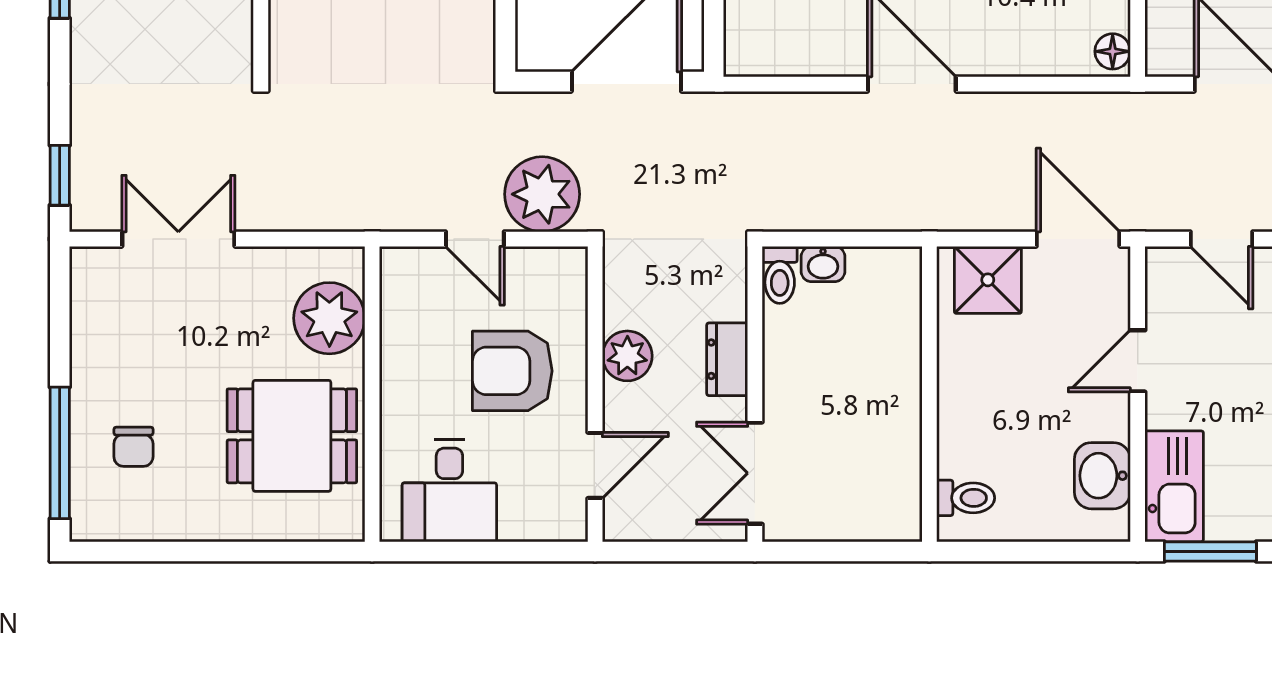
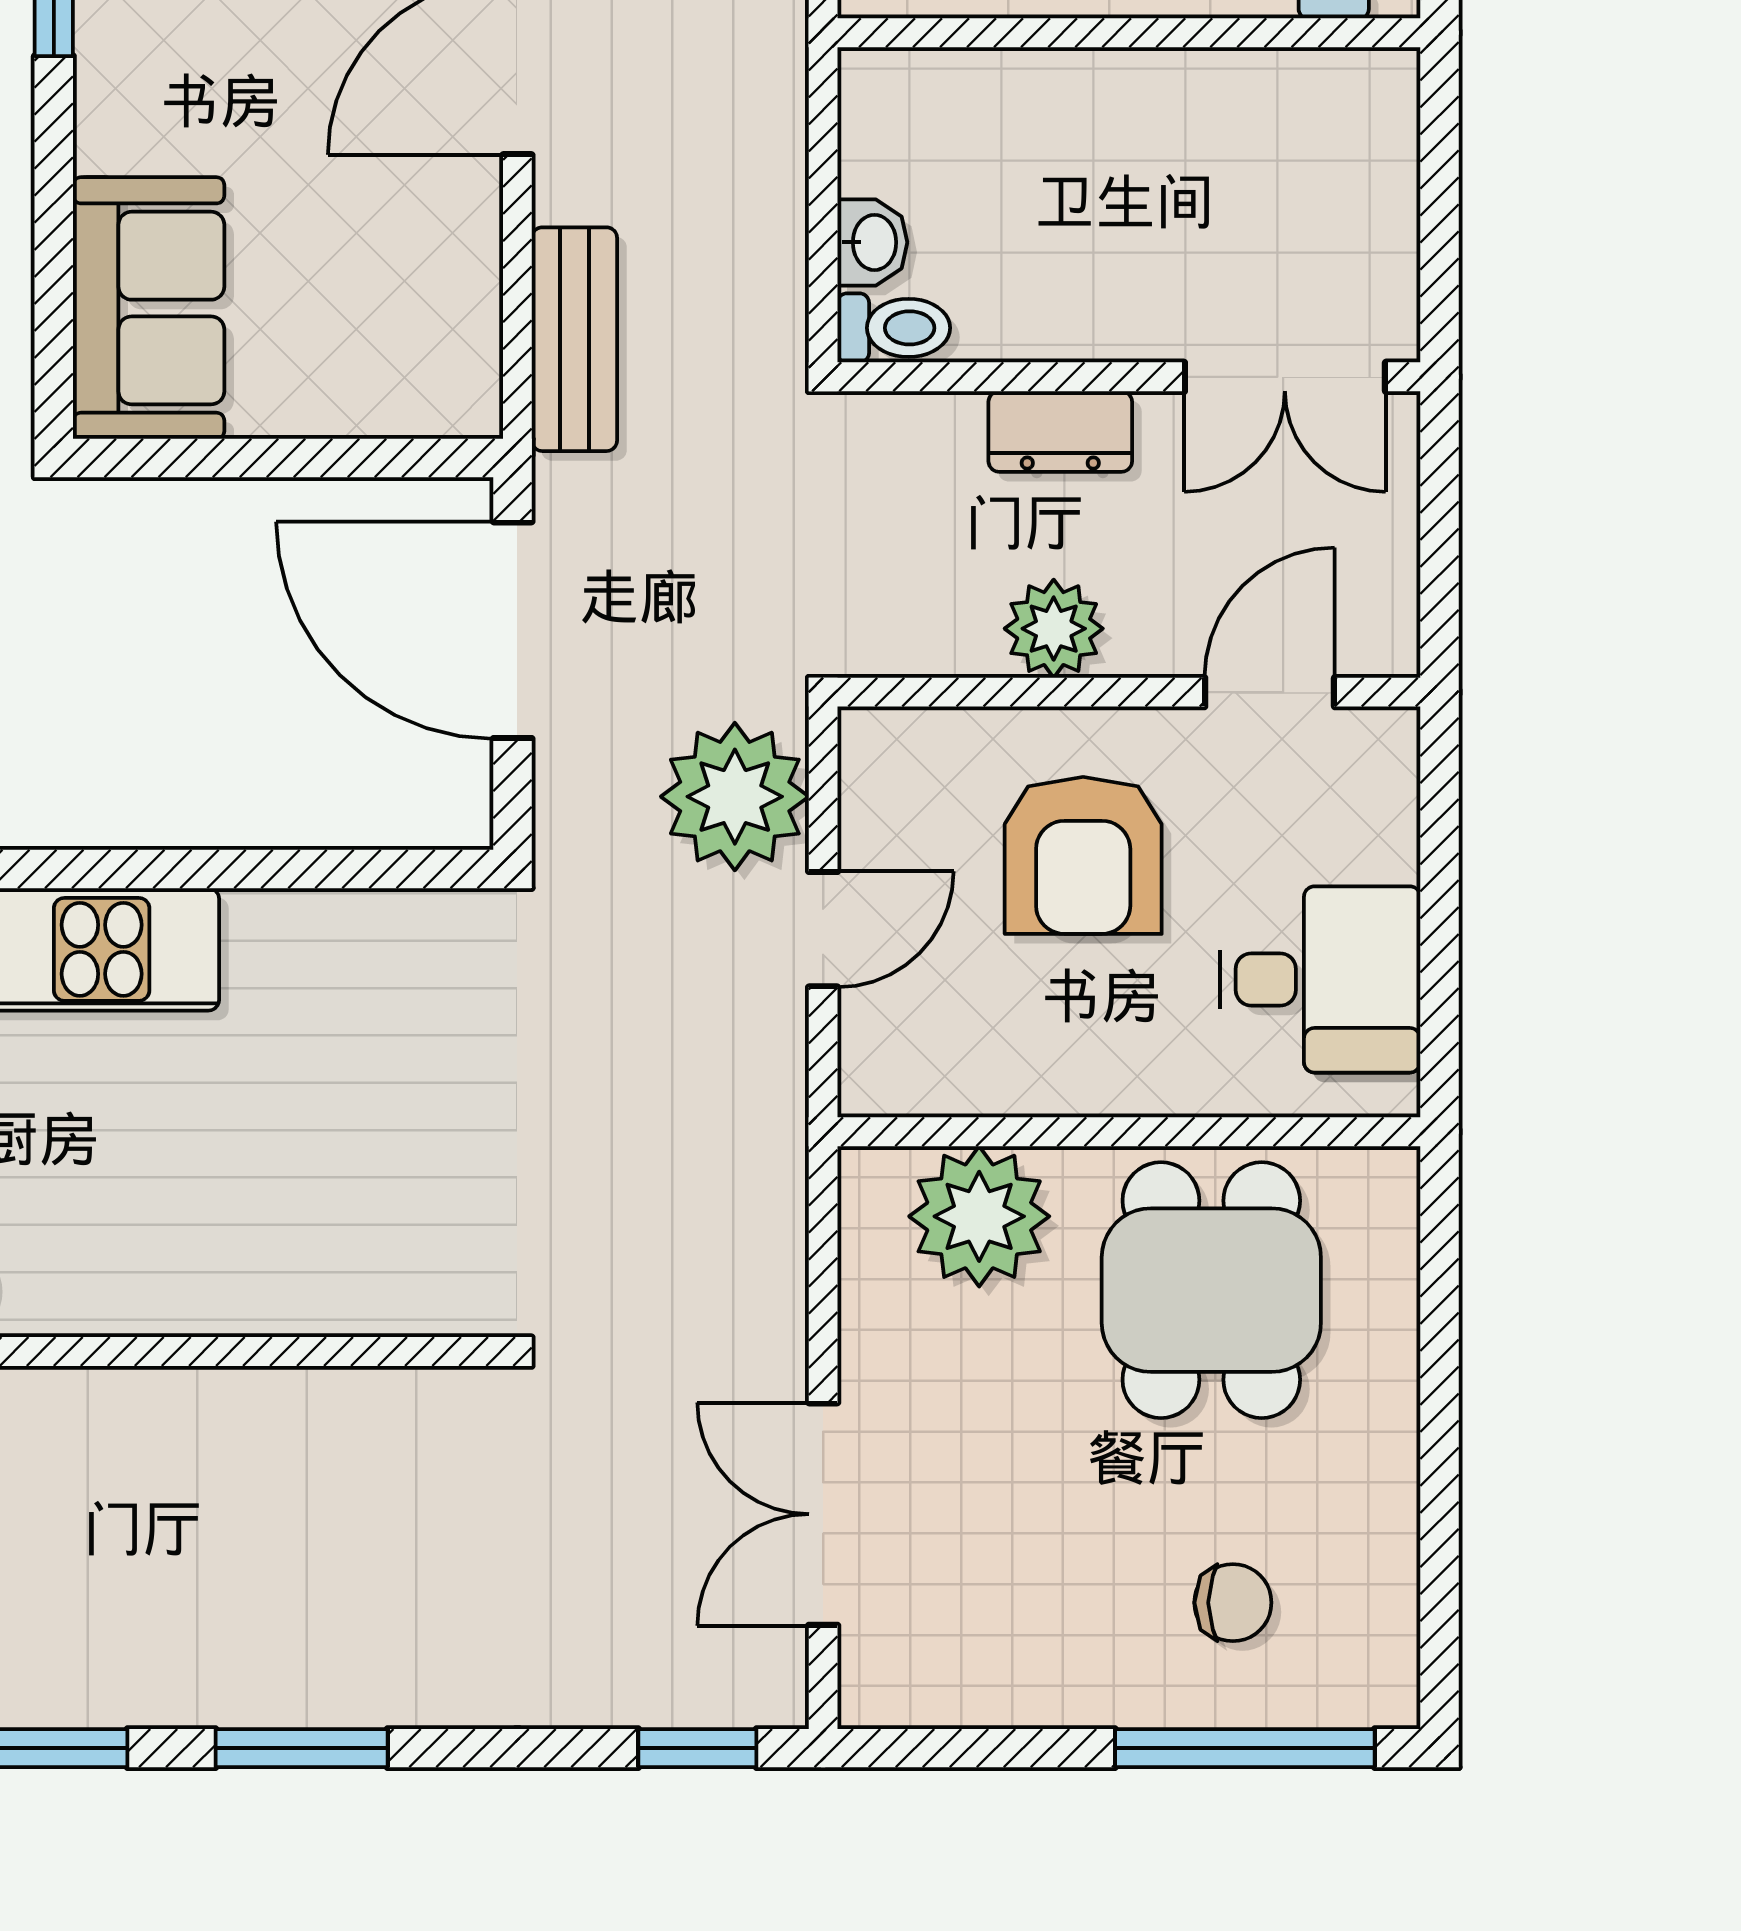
bench: (774, 113) -> (574, 339), added
door: (595, 465) -> (1270, 692), hinge flipped

